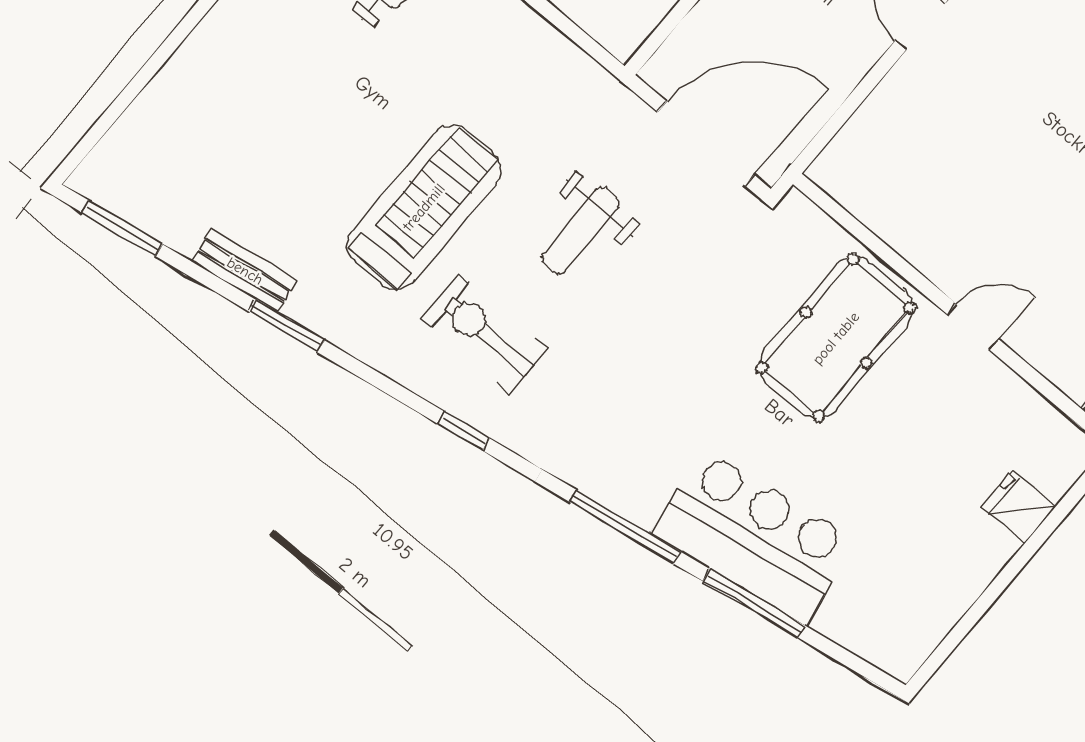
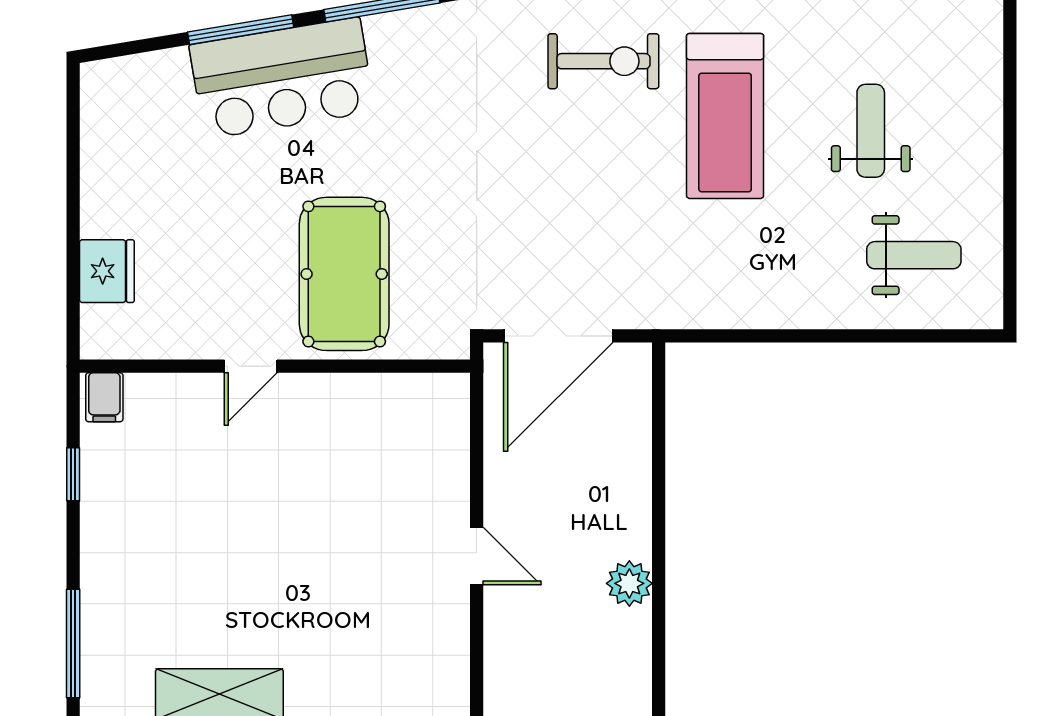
weight bench: (580, 231) -> (871, 131), moved
fridge: (1018, 507) -> (107, 271), width x1.38

